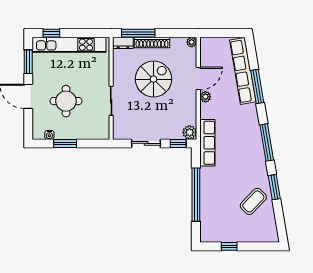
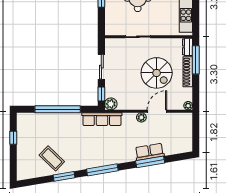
row of seats: (243, 71) -> (150, 152), width x0.50
door: (198, 79) -> (157, 111), swing flipped

